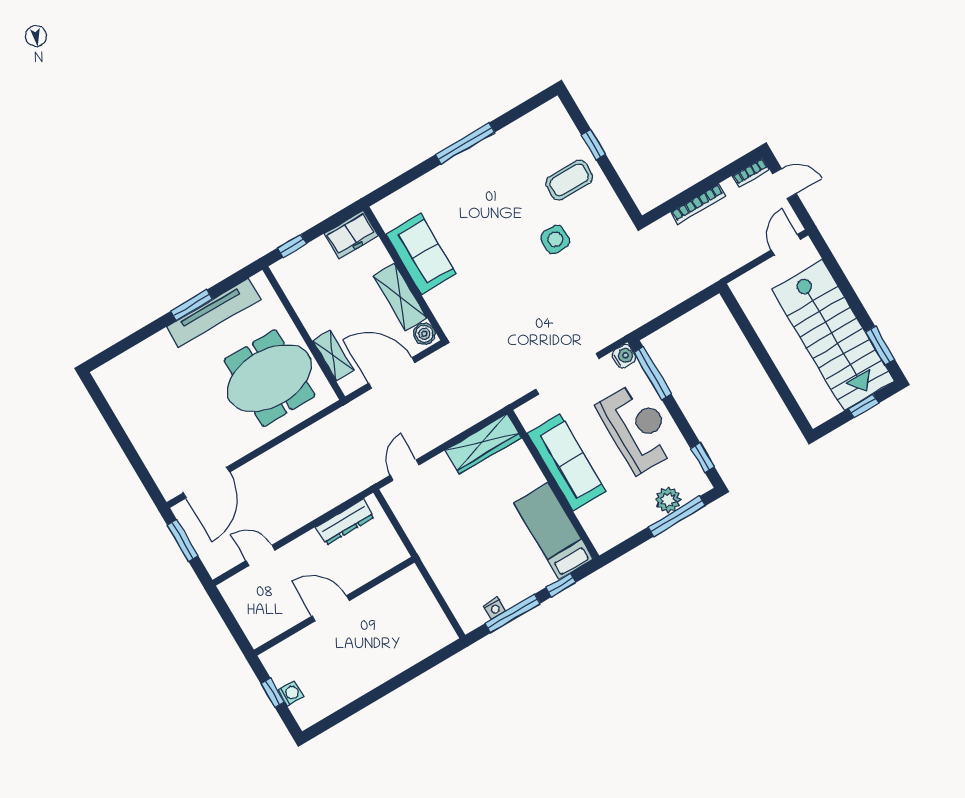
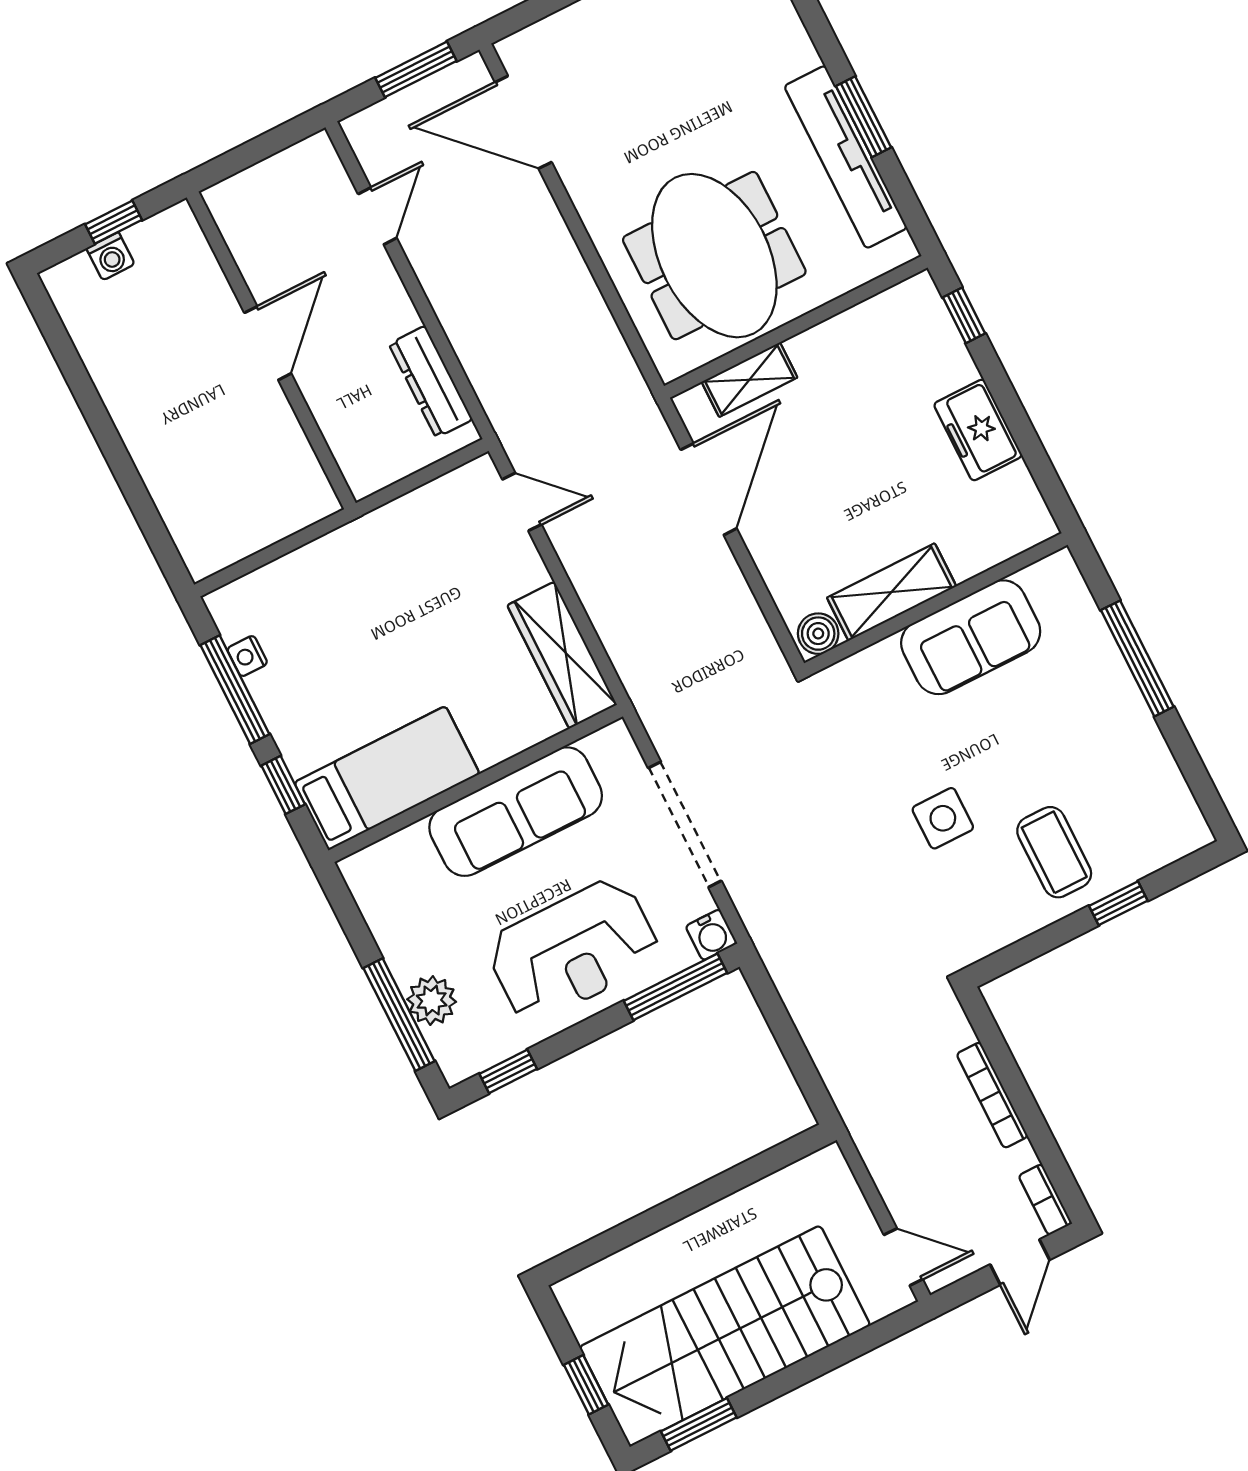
sofa: (421, 254) -> (971, 637), moved
wall: (405, 273) -> (936, 604), moved
shelving: (400, 297) -> (892, 592), moved
boiler: (424, 334) -> (818, 634), moved

